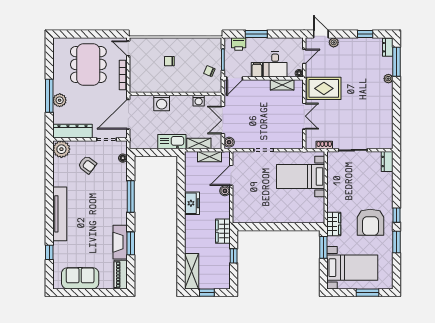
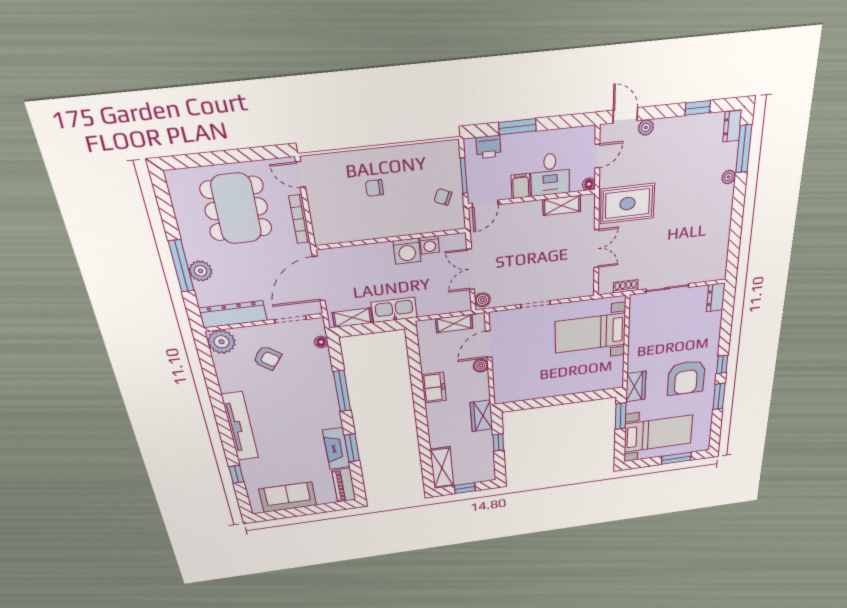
washing machine: (162, 103) -> (407, 251), moved
shelving: (199, 144) -> (352, 318), moved

